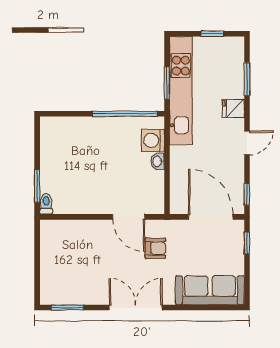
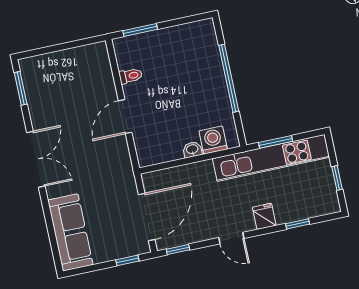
window: (247, 79) -> (298, 224), width x0.67
window: (125, 114) -> (229, 78), moved
toilet: (46, 204) -> (131, 76), moved
door: (129, 217) -> (125, 117), moved
armchair: (155, 248) -> (102, 166), removed

